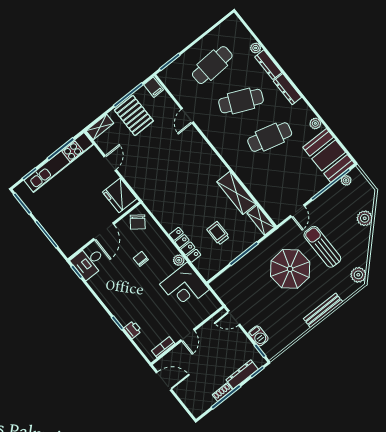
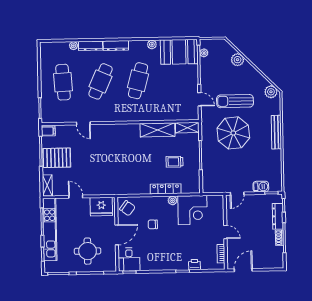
round table: (66, 215) -> (88, 251), added
door: (104, 231) -> (117, 235), hinge flipped

